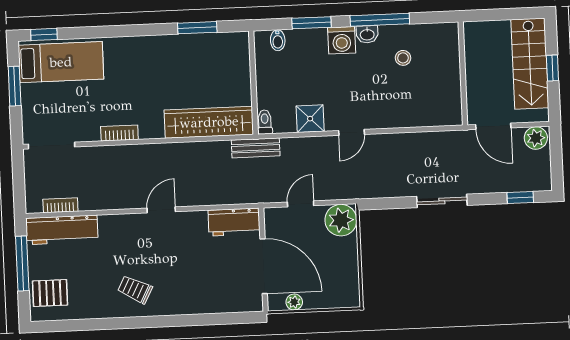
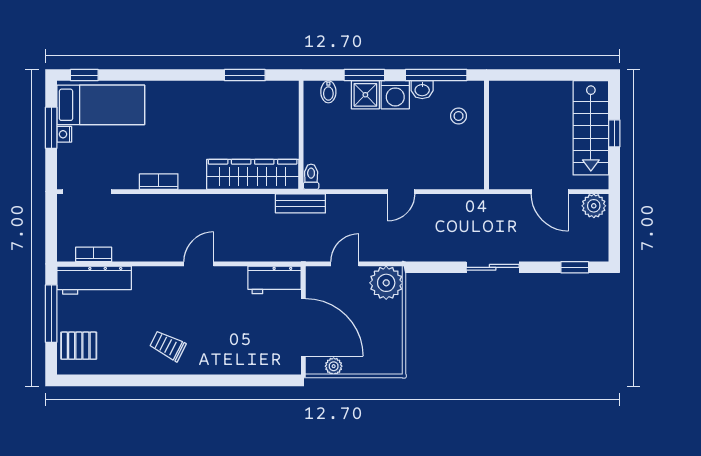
wall: (463, 73) -> (487, 135), moved
nightstand: (27, 92) -> (64, 134), added
shower: (310, 119) -> (365, 95), moved

